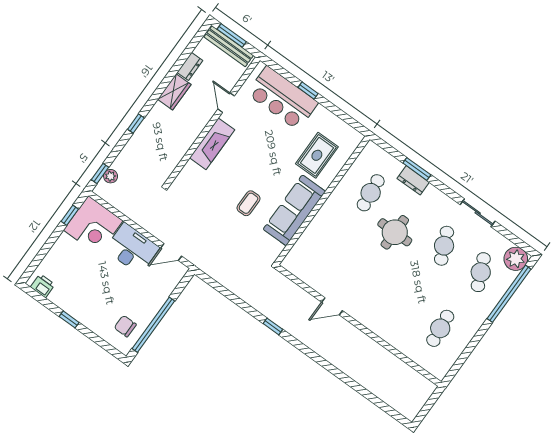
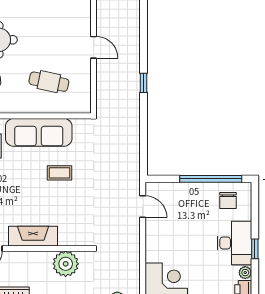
plant: (170, 154) -> (66, 264), added
desk: (132, 249) -> (234, 243), moved, turned 180
cafe table: (330, 249) -> (49, 82), added
plant: (55, 297) -> (245, 273), added

